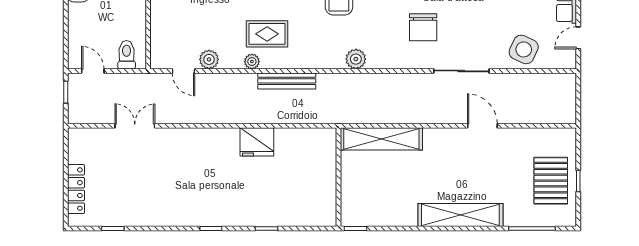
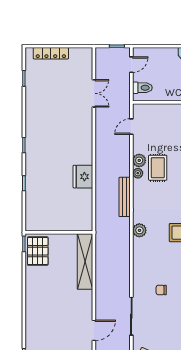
chair: (423, 27) -> (161, 290), width x0.54, depth x0.54
rug: (267, 34) -> (158, 168), moved
plant: (209, 59) -> (139, 160), moved
plant: (356, 59) -> (139, 230), moved
pallet: (366, 208) -> (38, 251), added
shelving: (460, 215) -> (33, 315), removed

